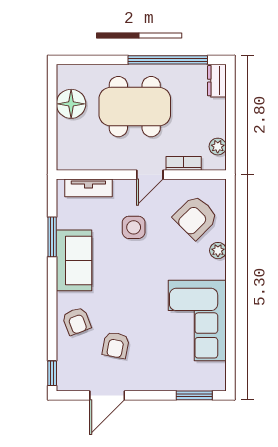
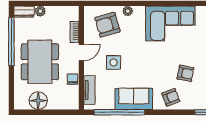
plant: (218, 147) -> (40, 11), moved
chair: (106, 160) -> (73, 79), added
door: (150, 175) -> (81, 53), hinge flipped
armchair: (196, 217) -> (107, 25), turned 119
window: (52, 237) -> (119, 112), width x2.11

